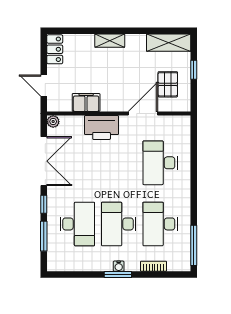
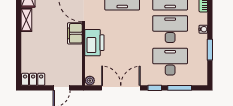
shelving: (110, 41) -> (26, 20), moved
filing cabinet: (86, 102) -> (75, 33), moved
desk: (119, 224) -> (170, 29), turned 180
window: (118, 275) -> (210, 50), moved

